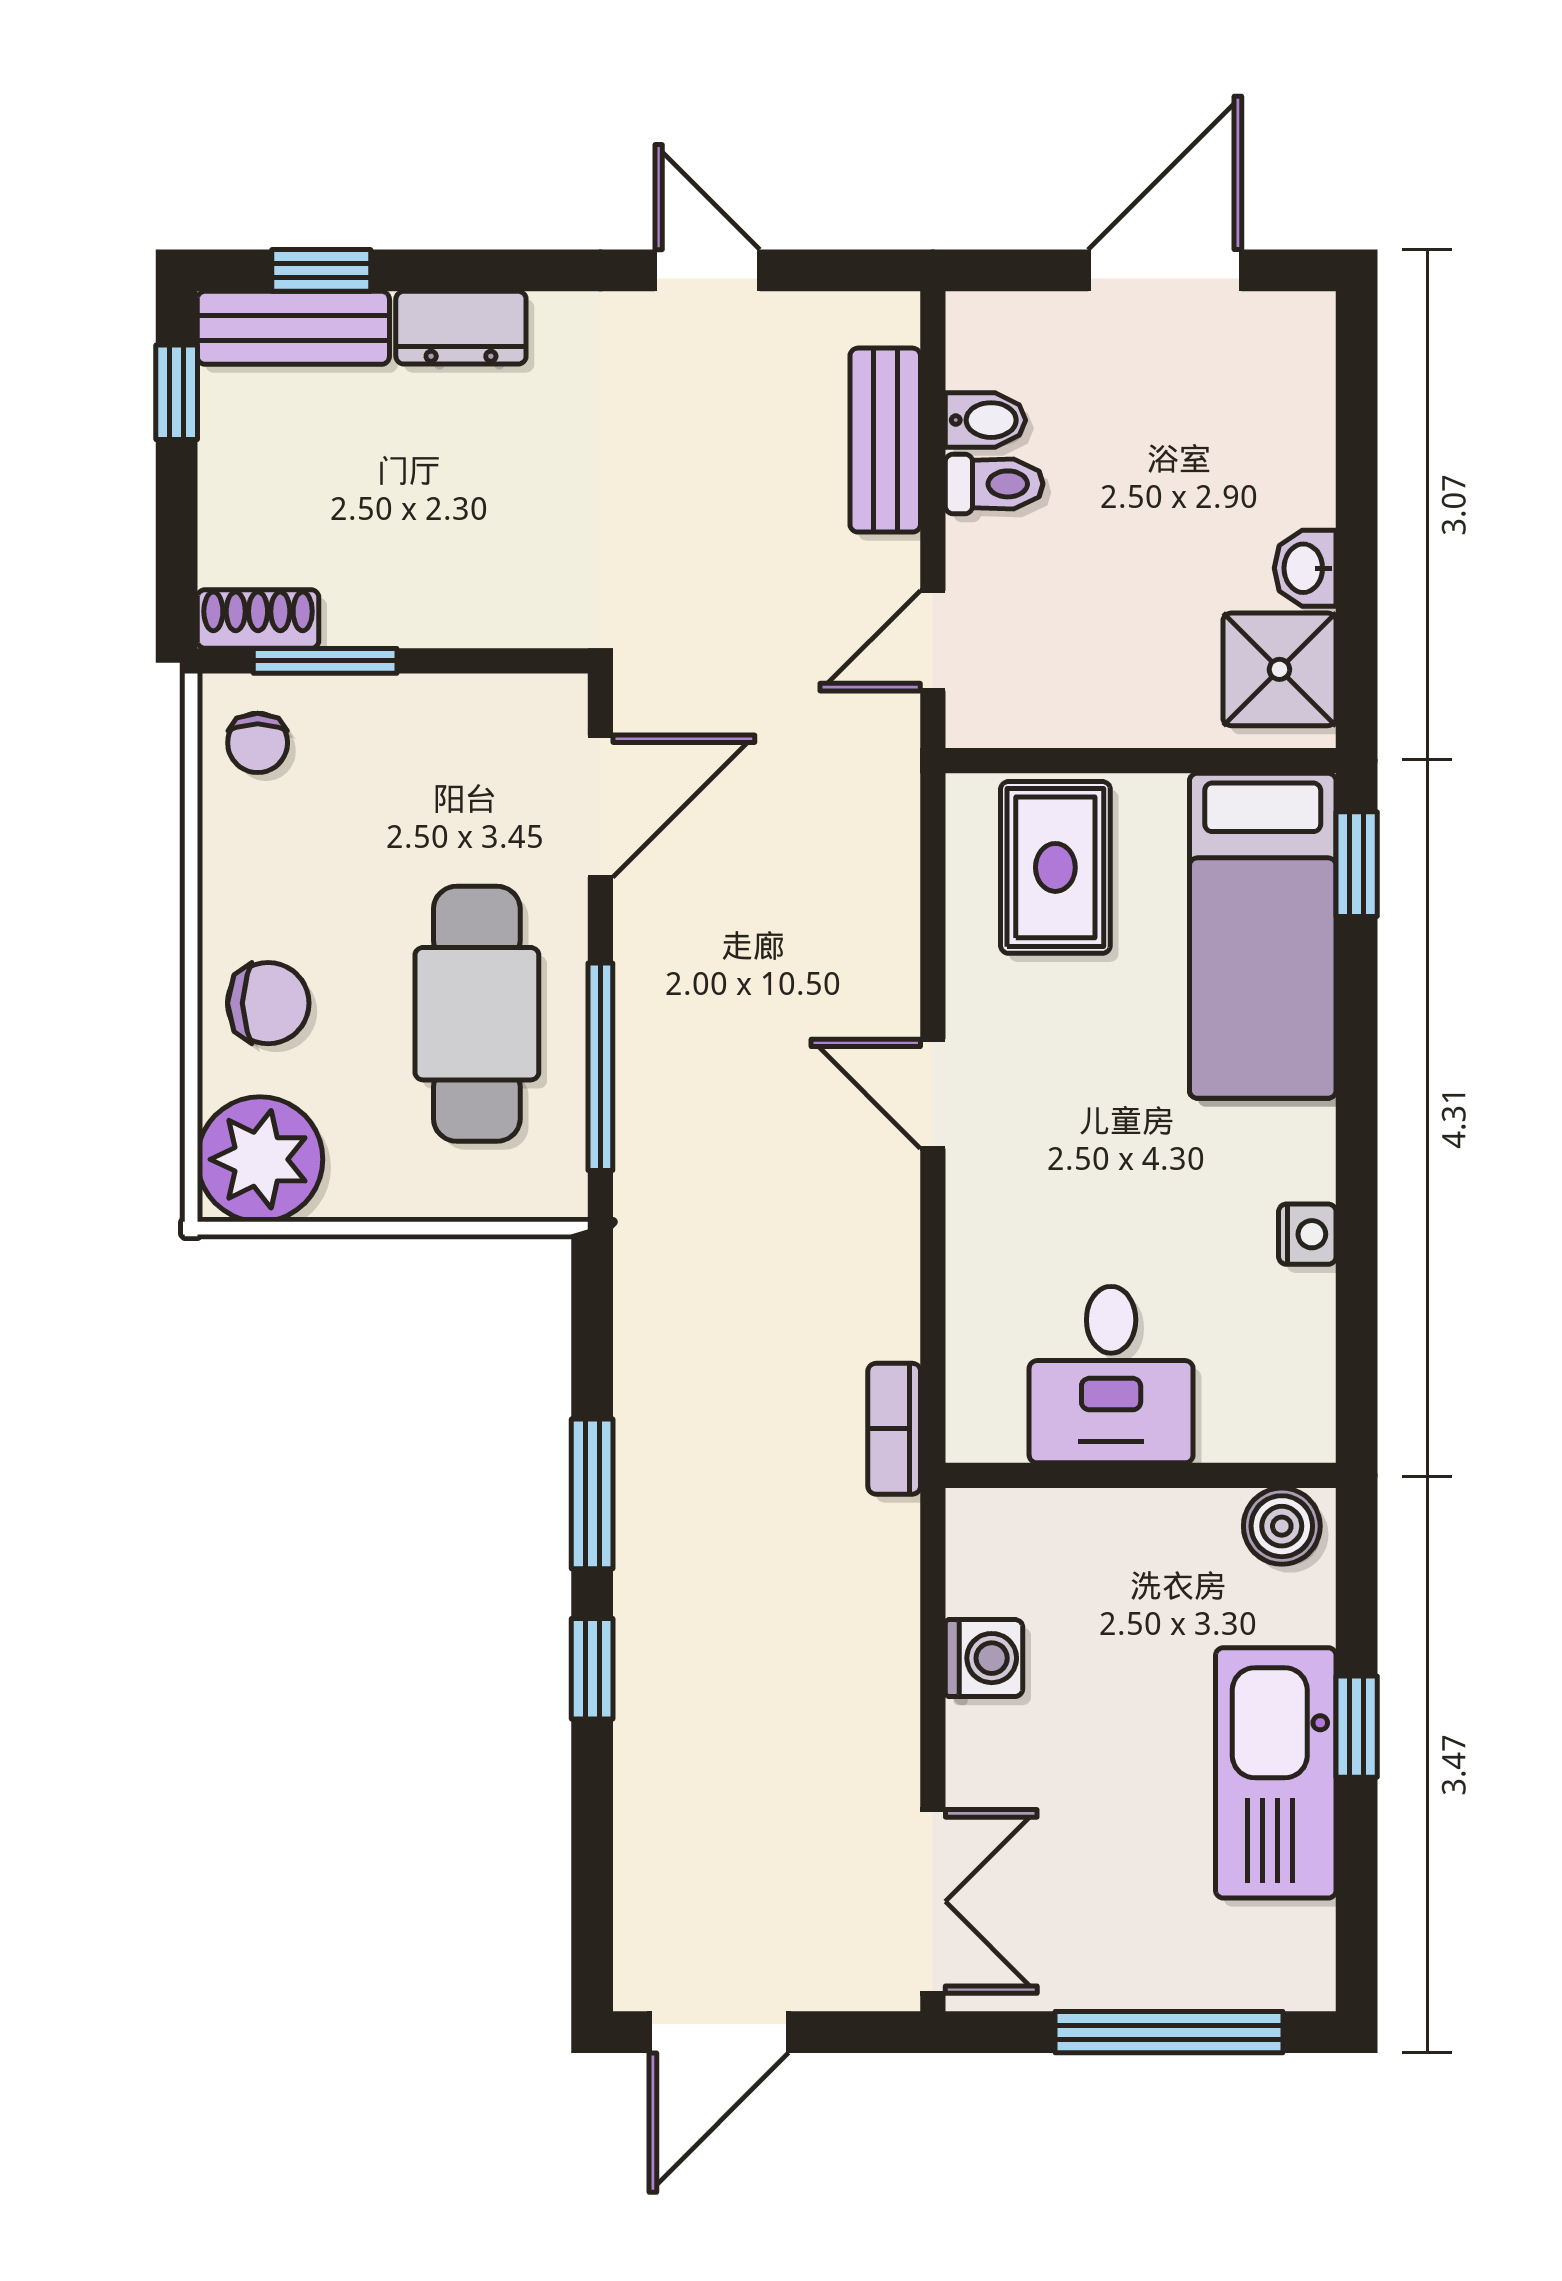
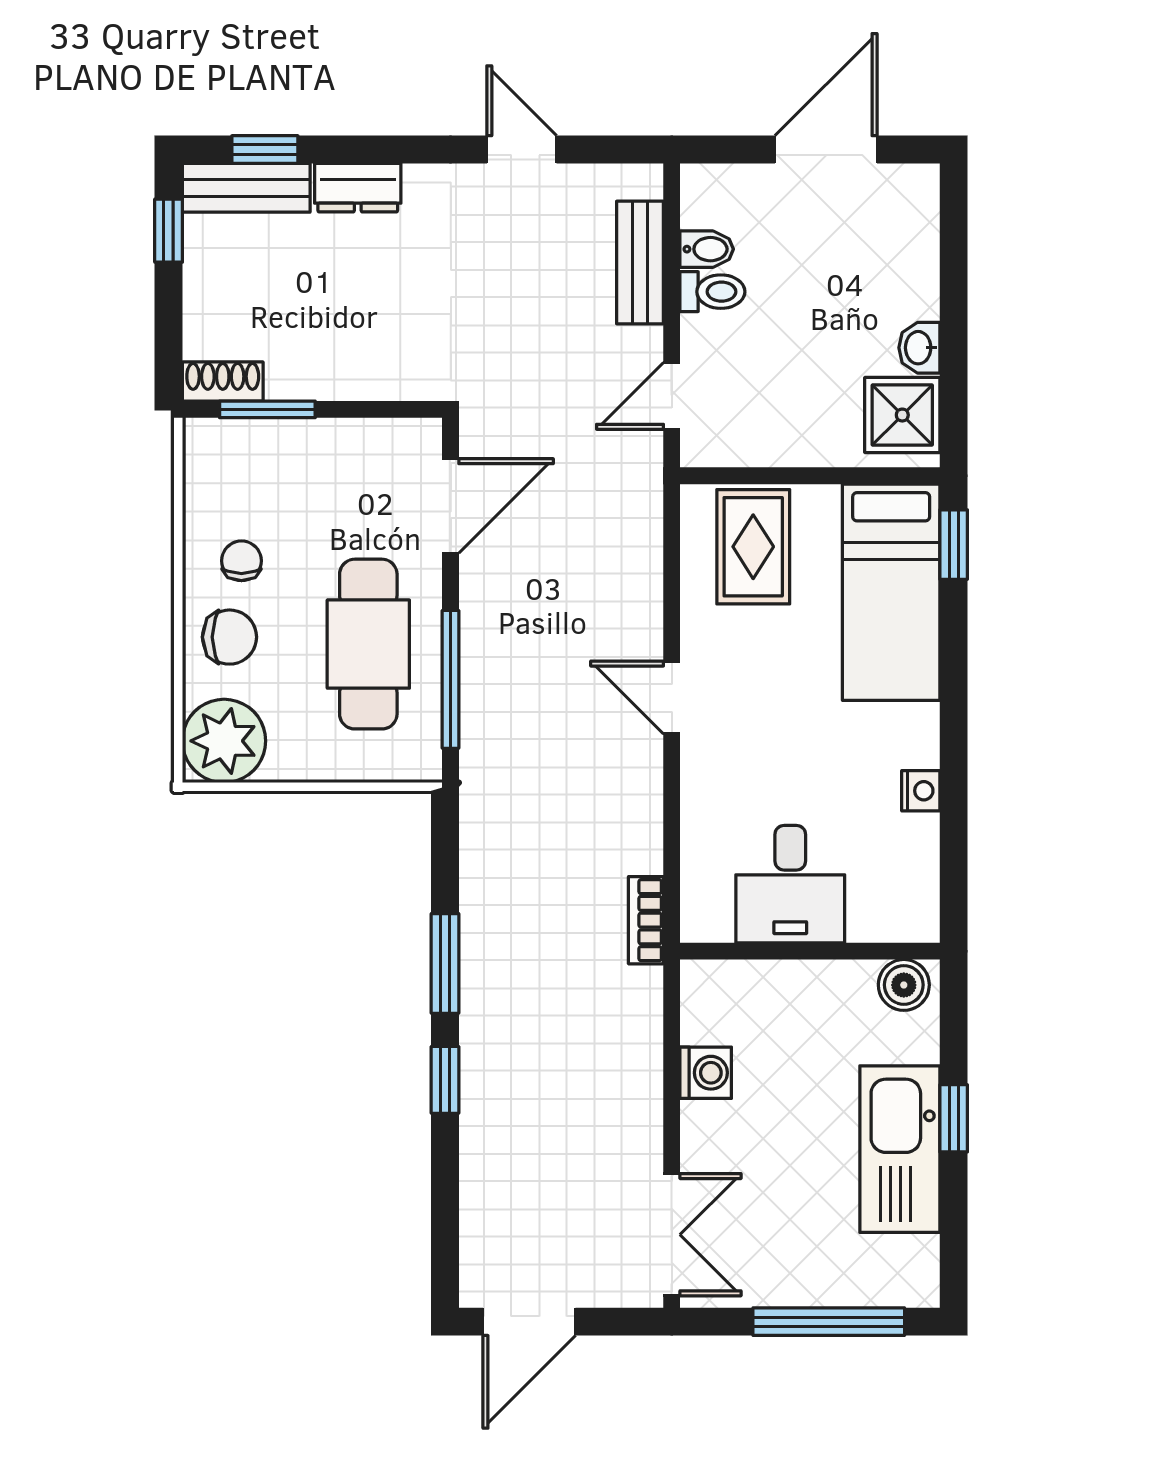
chair: (258, 743) -> (241, 561), moved, turned 180

